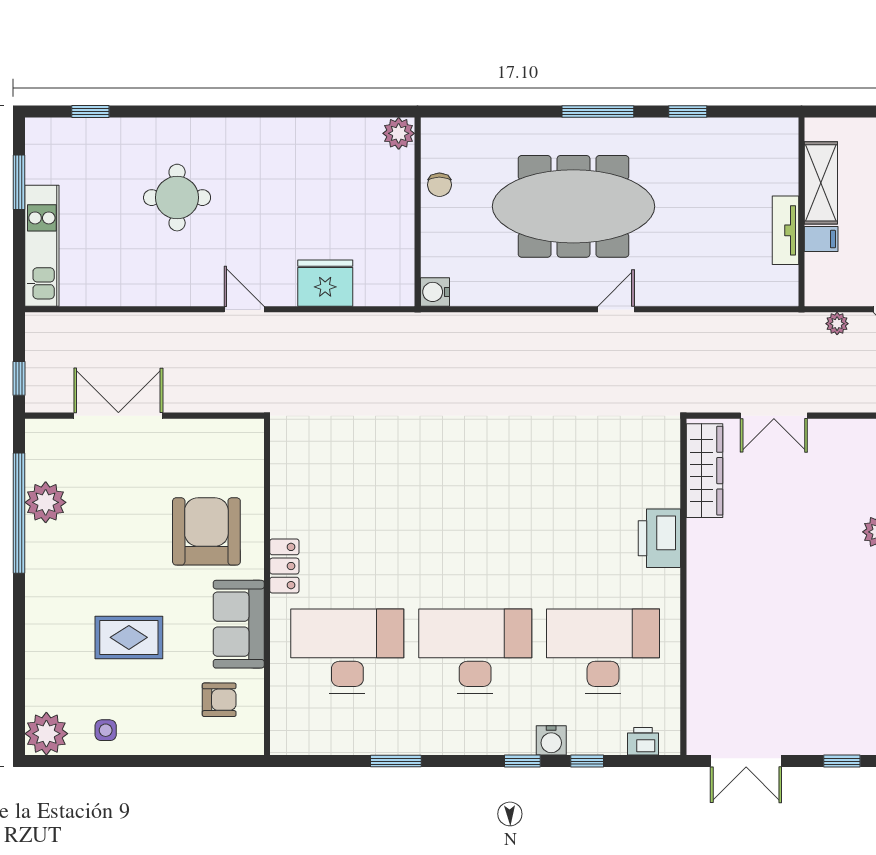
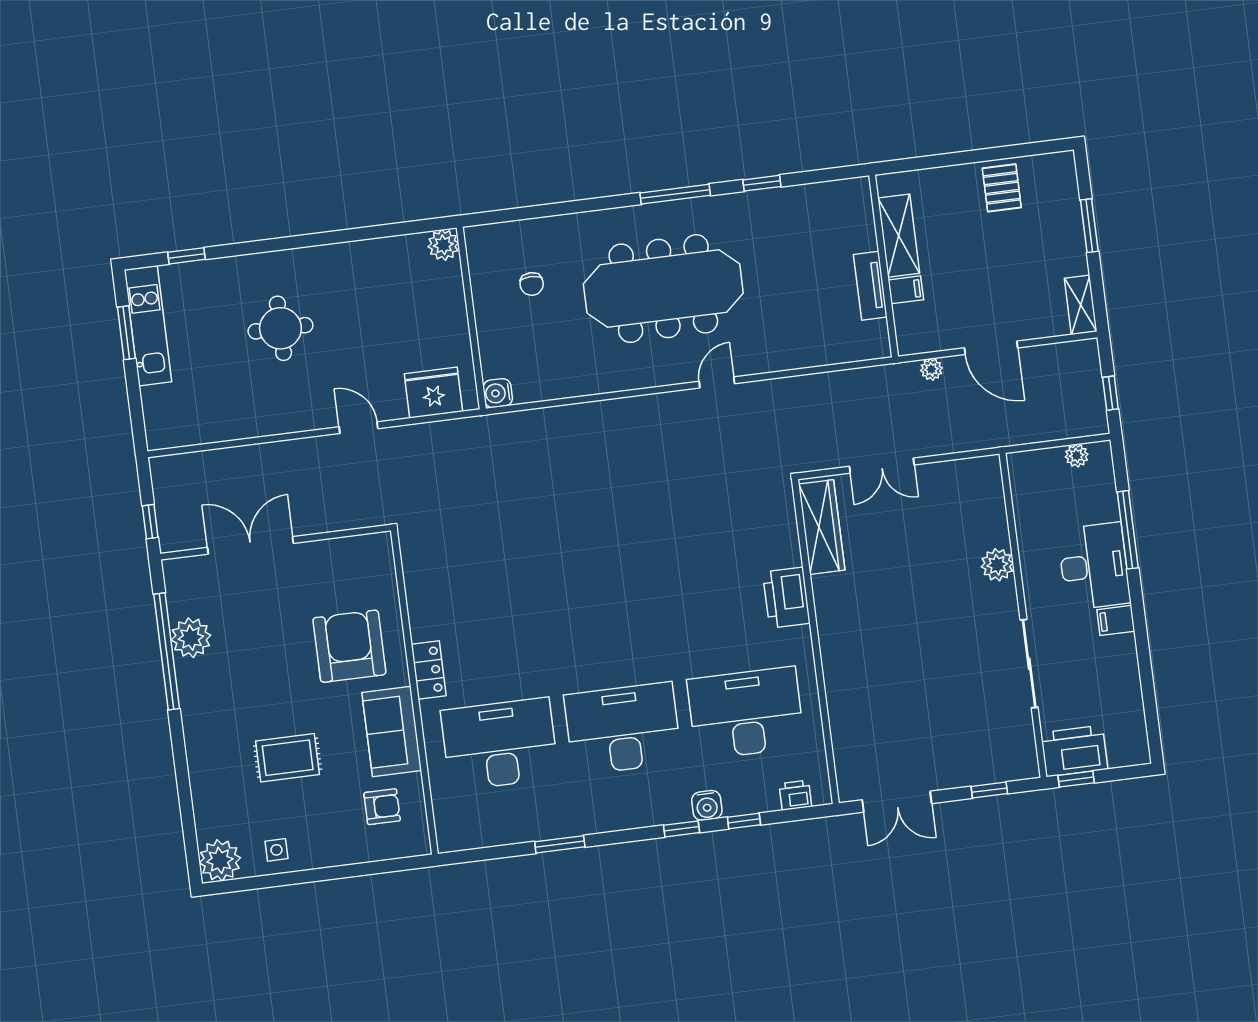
plant: (399, 133) -> (443, 245), moved
wall: (418, 212) -> (471, 318), moved
kitchen unit: (42, 246) -> (148, 326), moved
water cooler: (435, 292) -> (498, 393), moved

